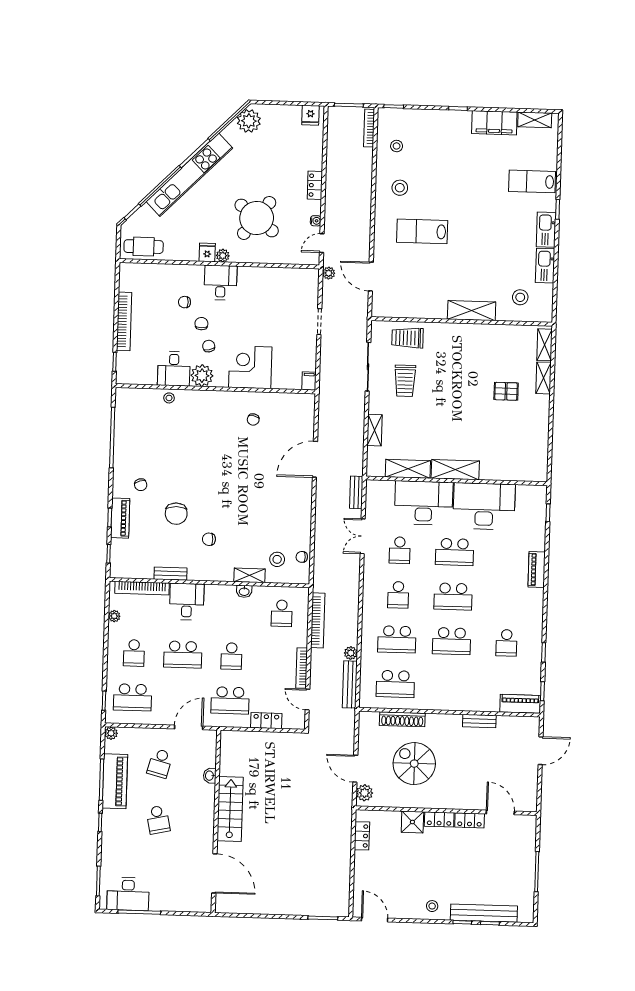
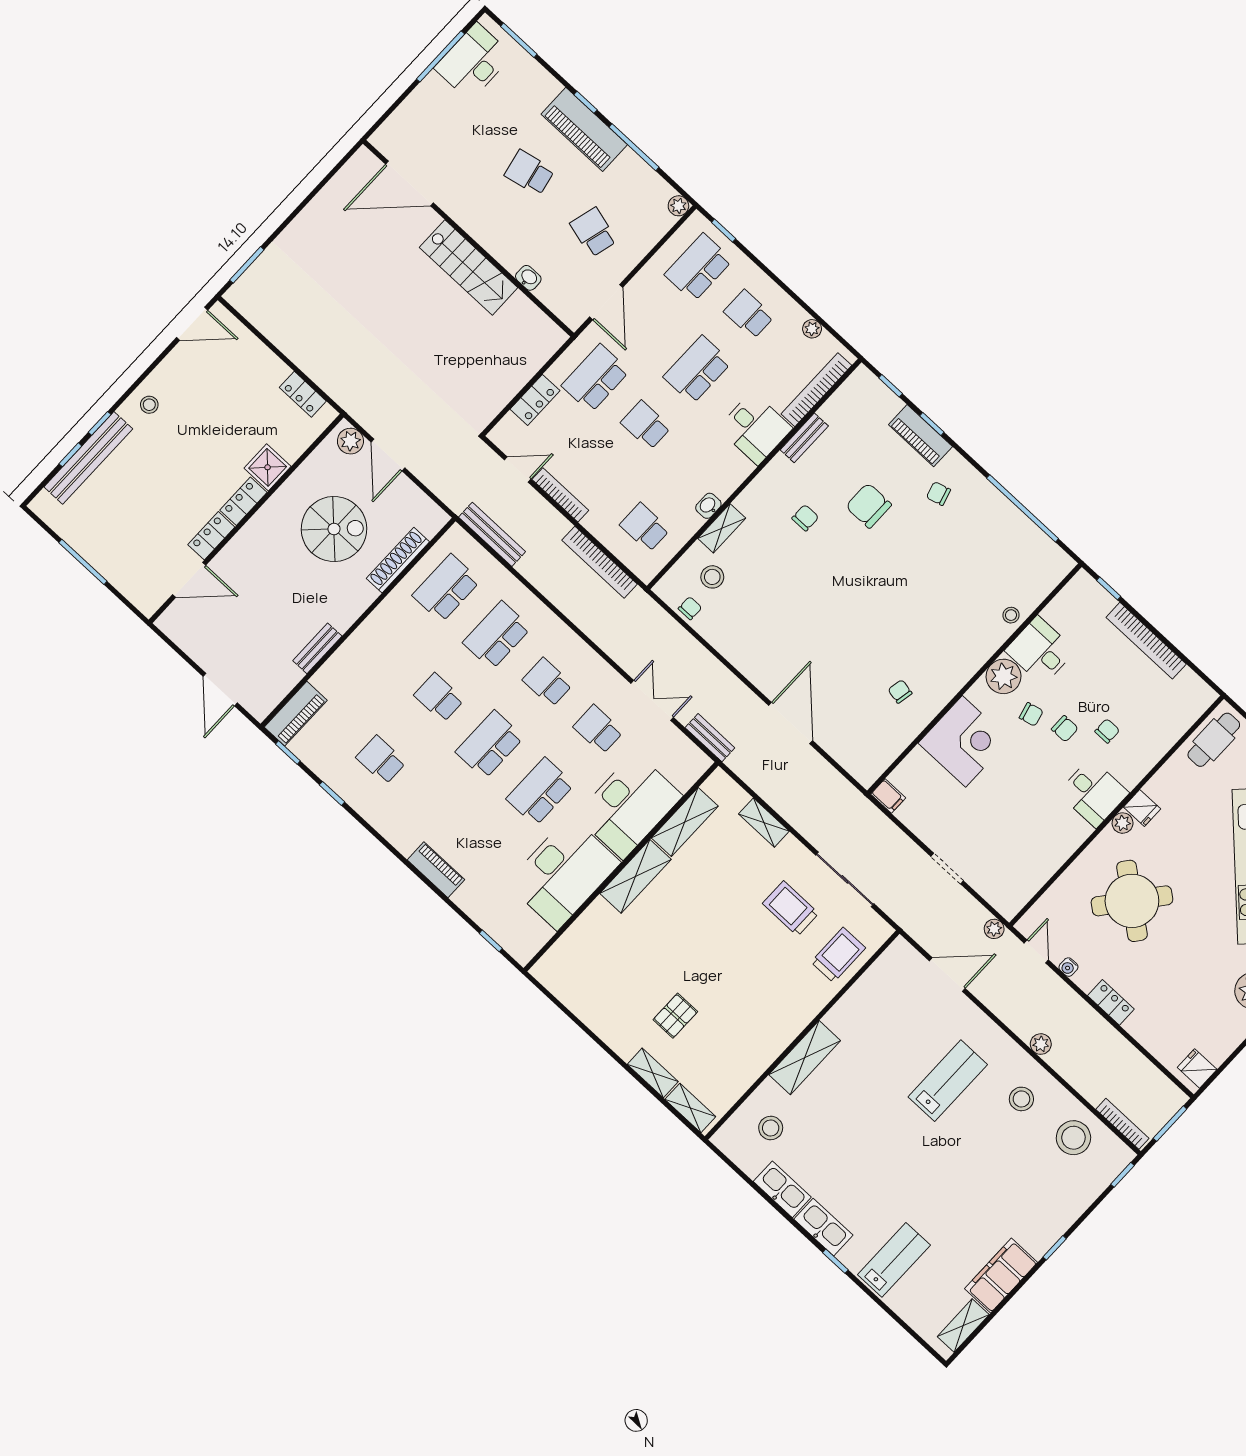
stool: (397, 146) -> (1073, 1138), width x1.89, depth x1.89
school desk: (452, 641) -> (439, 698), width x0.54
plant: (351, 653) -> (1041, 1044), moved
door: (355, 769) -> (388, 455), swing flipped
piano: (115, 781) -> (584, 129), moved

